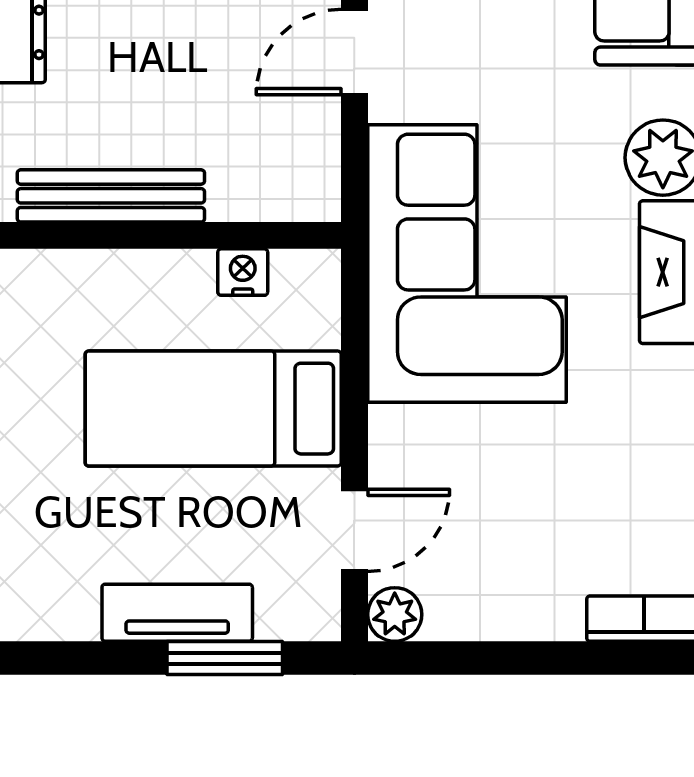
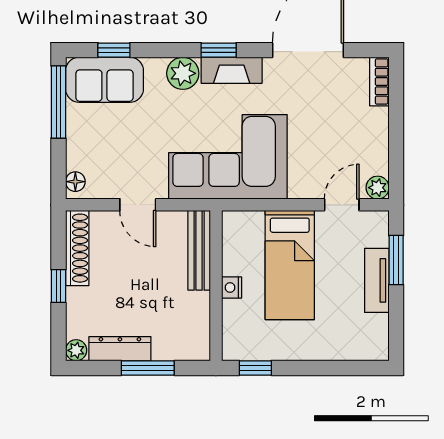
bench: (111, 196) -> (199, 250), moved
nightstand: (243, 272) -> (232, 288), moved
door: (354, 530) -> (342, 205), hinge flipped

